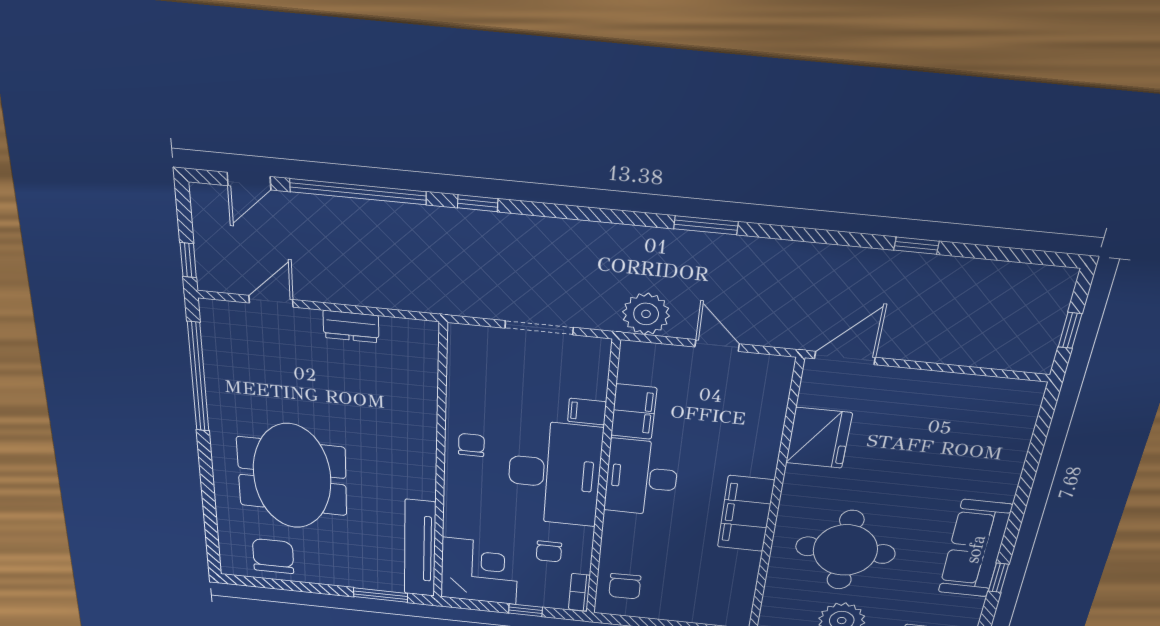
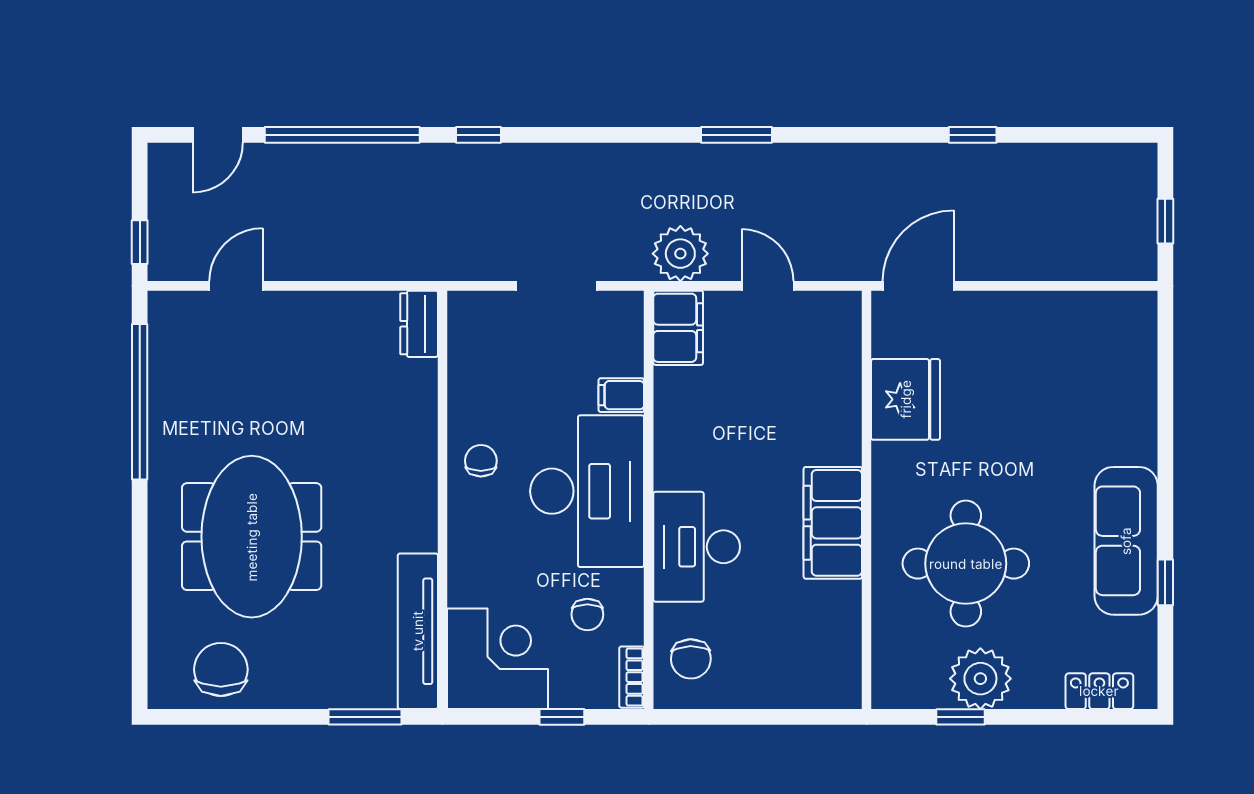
dresser: (351, 327) -> (419, 324), moved, turned 90
filing cabinet: (634, 412) -> (678, 328), moved
desk: (642, 478) -> (697, 547), moved

